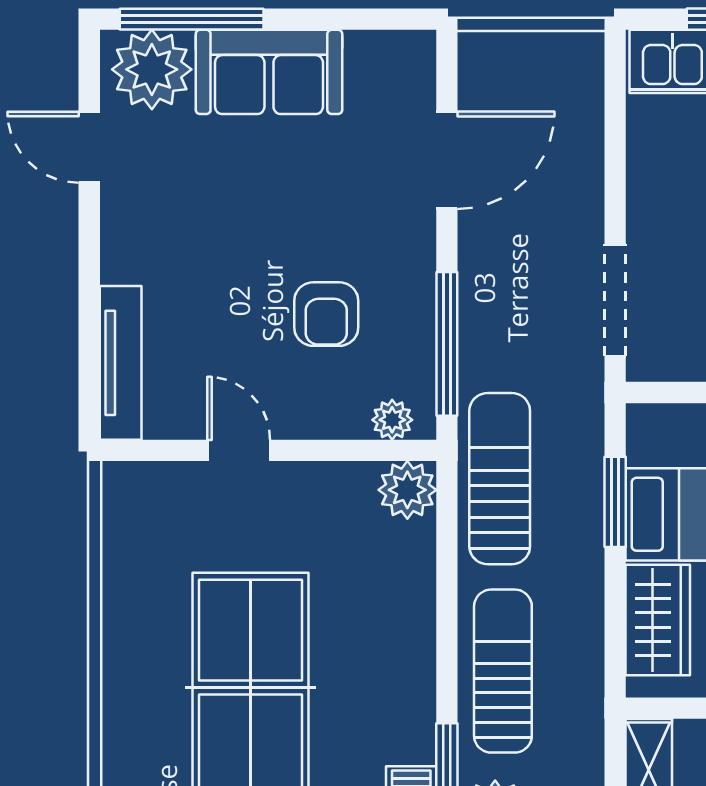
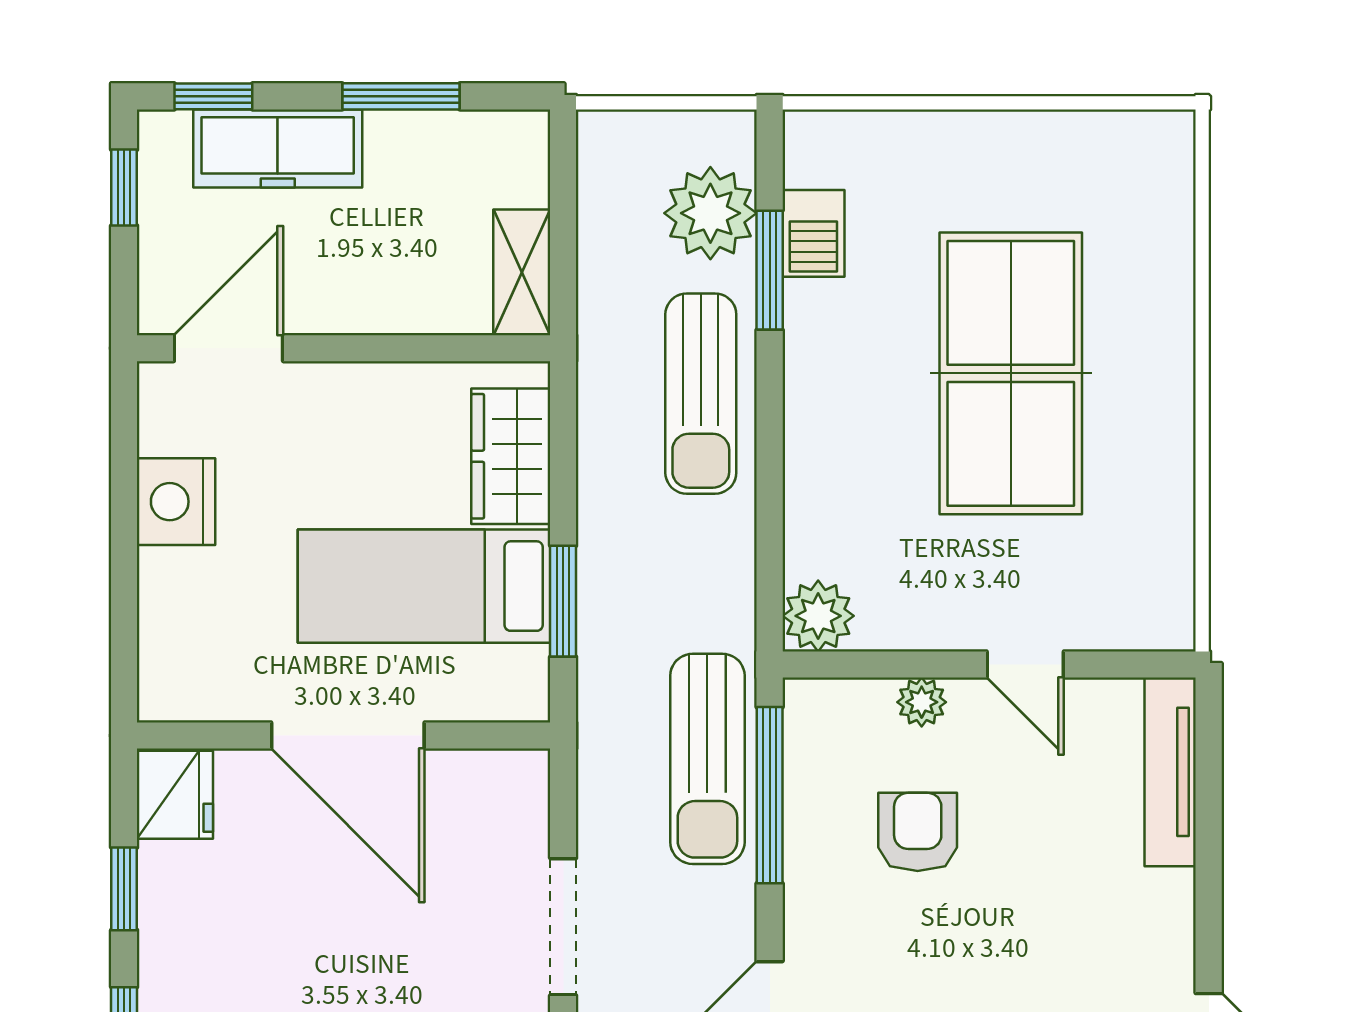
doorway: (615, 300) -> (563, 927), moved
plant: (392, 420) -> (922, 702), moved
sun lounger: (500, 479) -> (707, 759), moved

